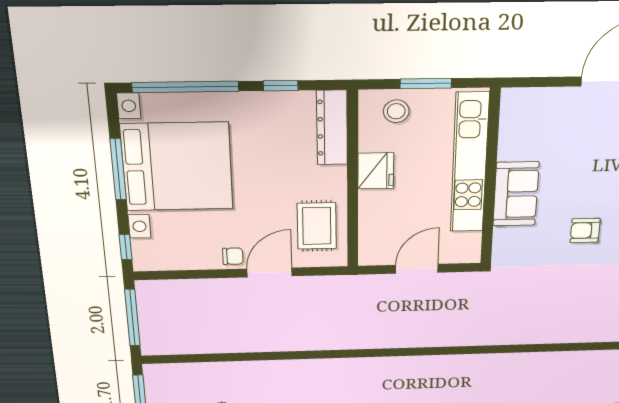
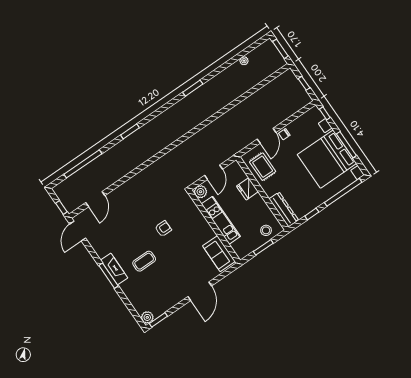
kitchen unit: (470, 163) -> (221, 220), width x0.73
fridge: (376, 171) -> (247, 189), moved
sofa: (516, 194) -> (219, 254), moved
plant: (467, 251) -> (200, 192), added
window: (132, 318) -> (304, 83), width x0.46

